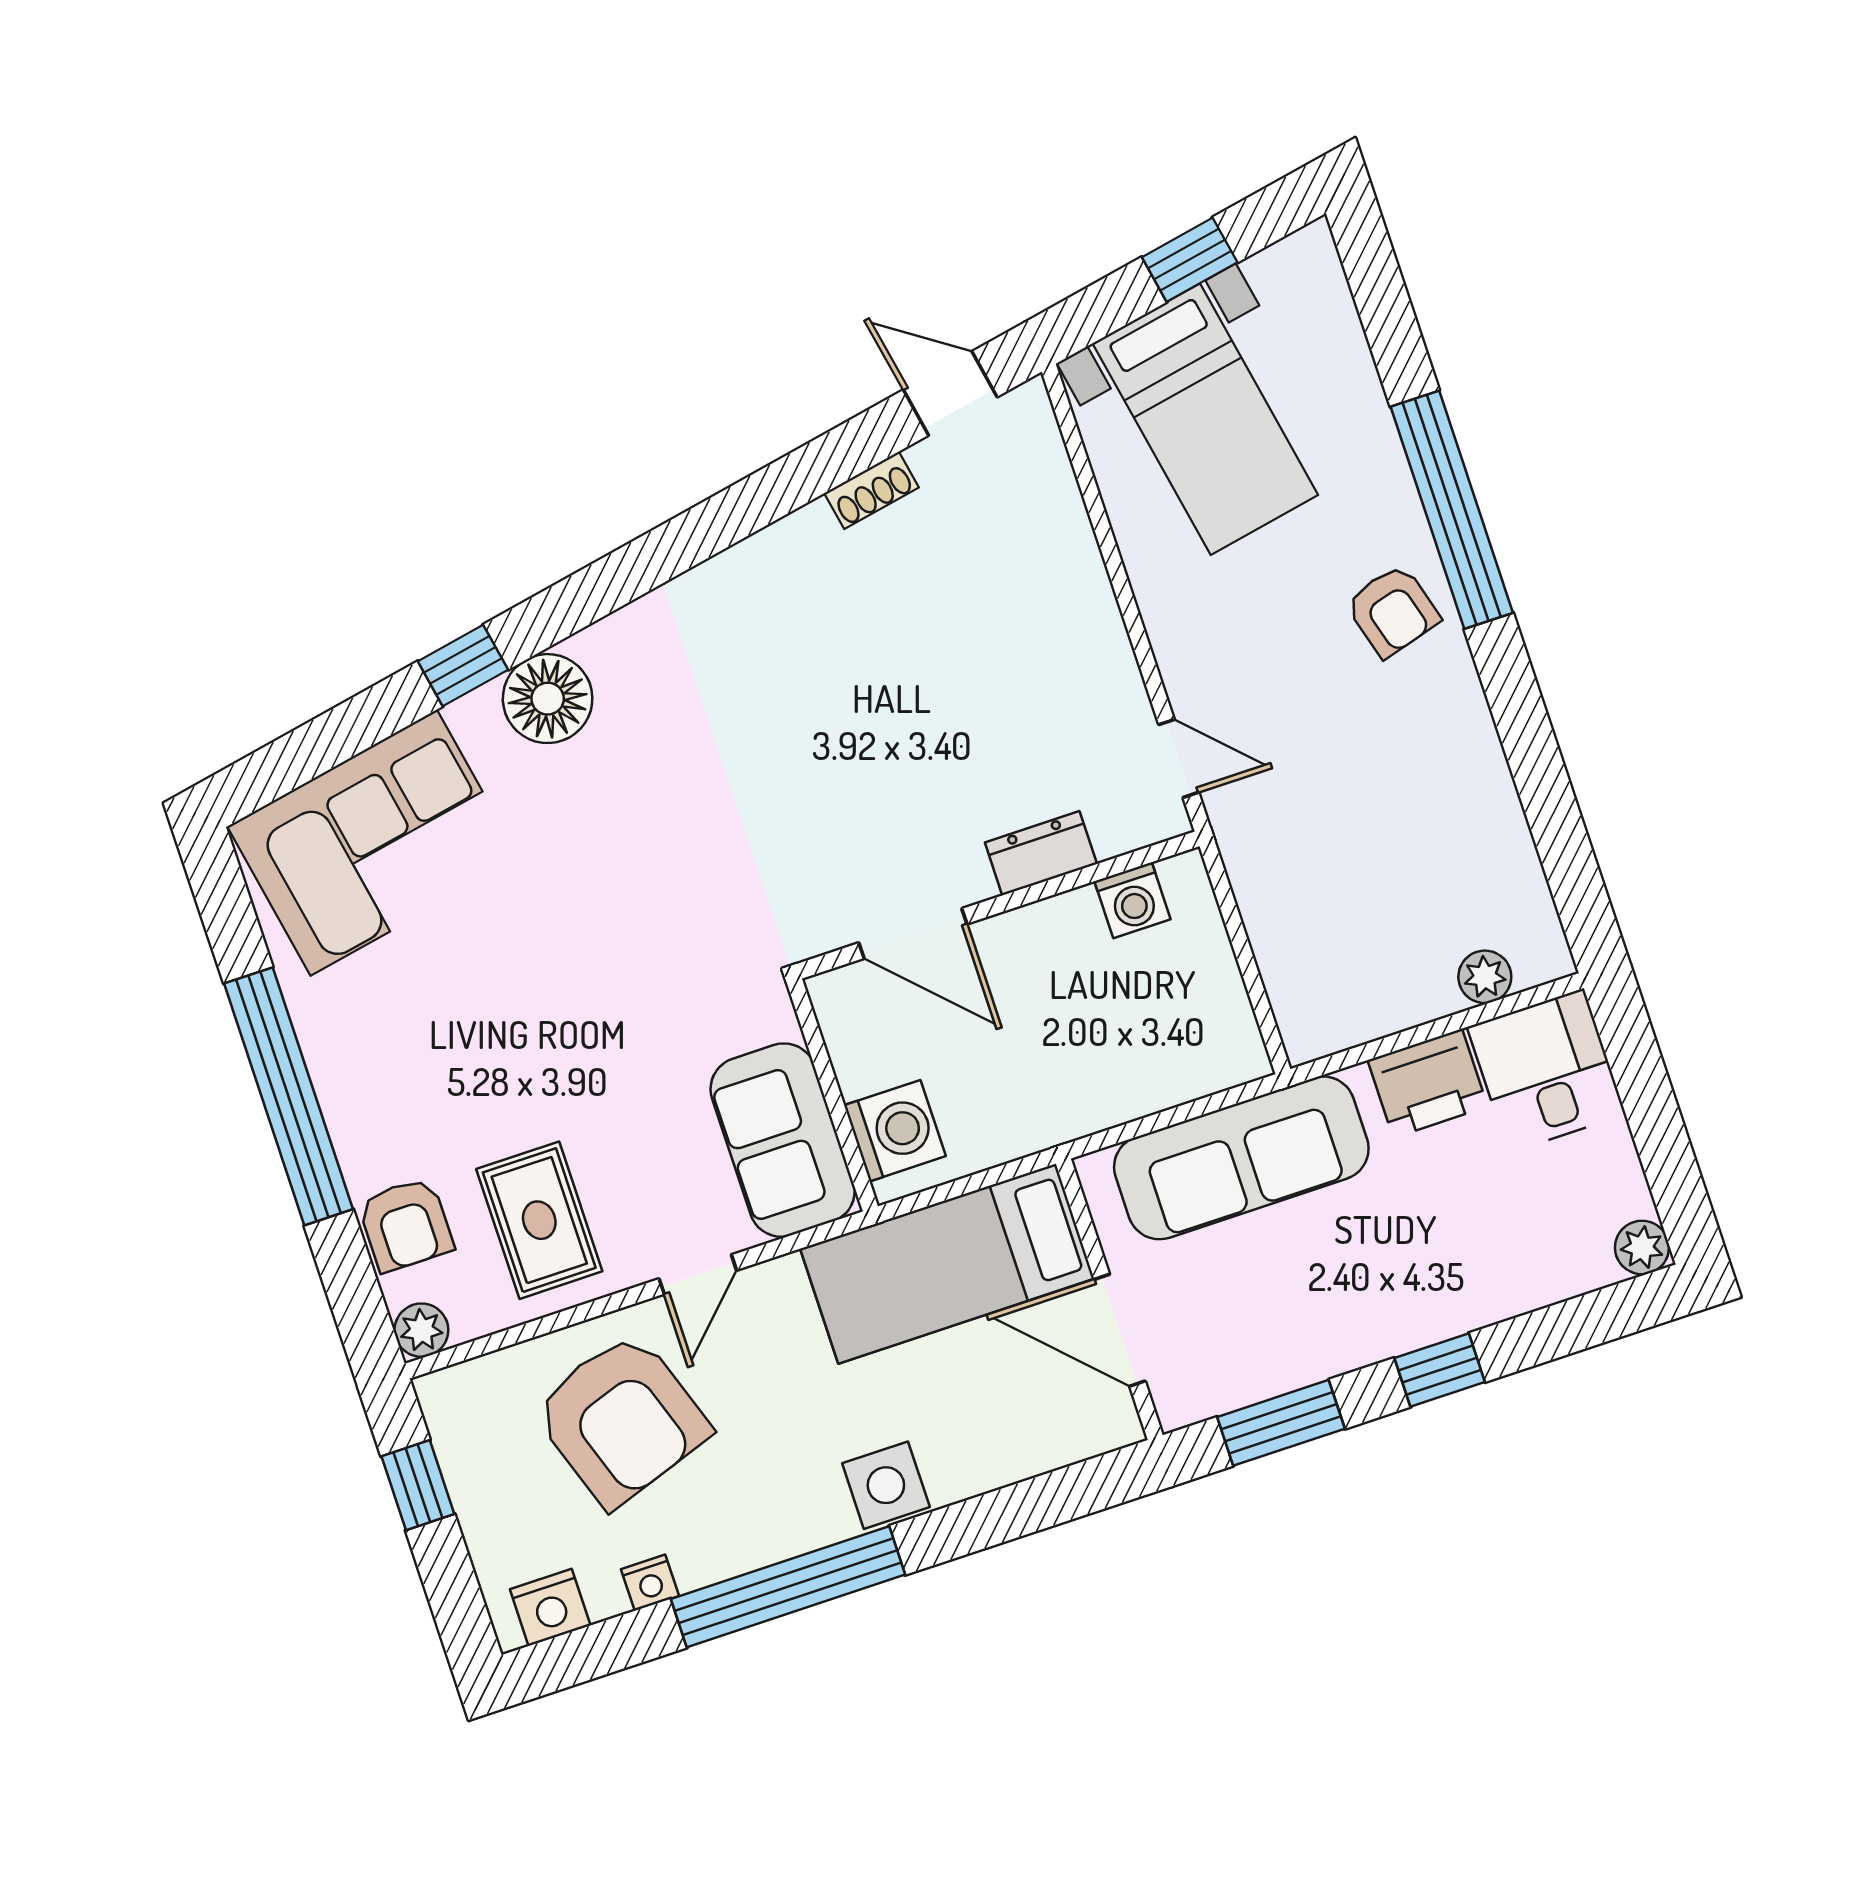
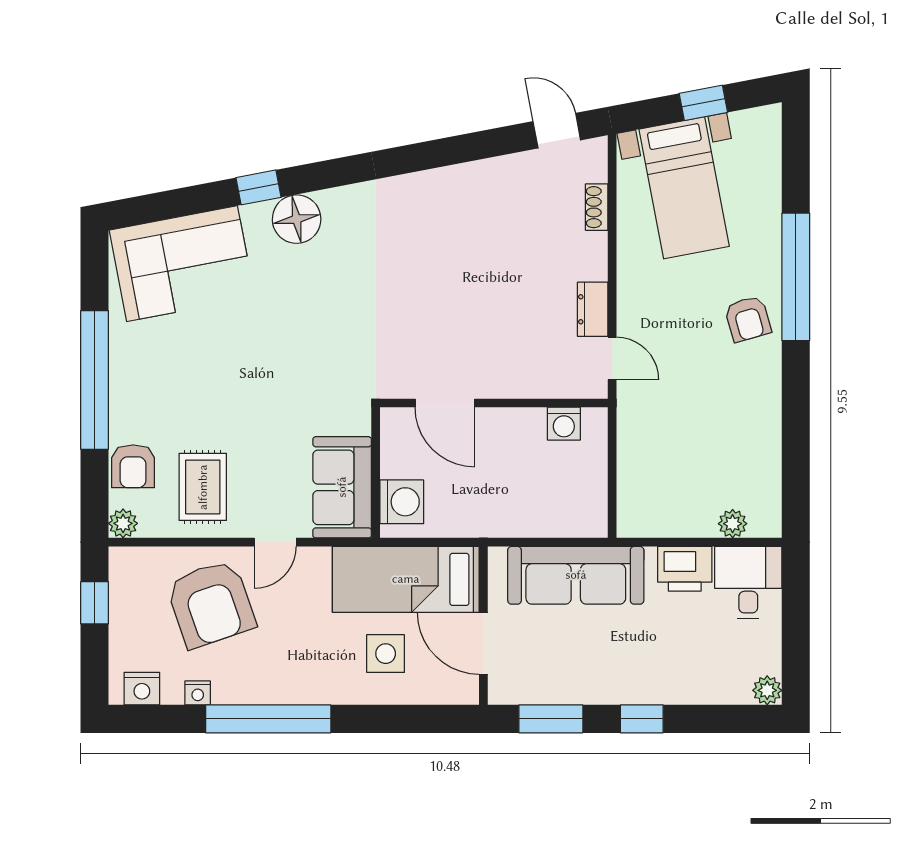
shoe rack: (872, 490) -> (597, 207), moved, turned 101
dresser: (1041, 853) -> (593, 309), moved, turned -90
side table: (886, 1485) -> (386, 654), moved

